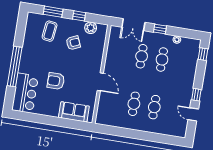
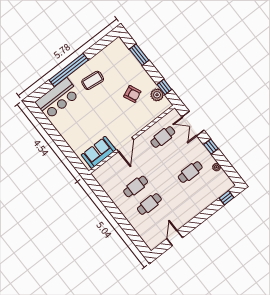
window: (79, 16) -> (164, 87), moved
coffee table: (50, 31) -> (93, 80), moved
cafe table: (142, 56) -> (163, 137), moved
armchair: (56, 81) -> (91, 111), removed
window: (196, 95) -> (192, 225), removed
sofa: (74, 112) -> (99, 152), moved, turned -90

